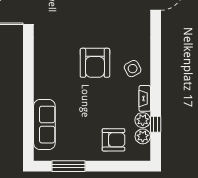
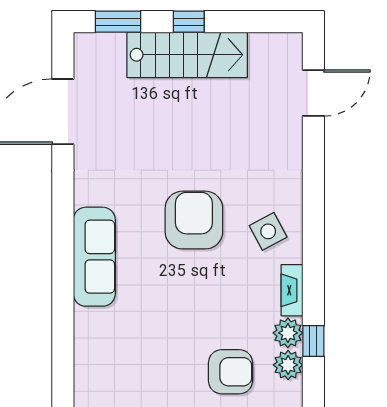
armchair: (95, 63) -> (194, 220), turned 180
sofa: (44, 125) -> (94, 257), moved

